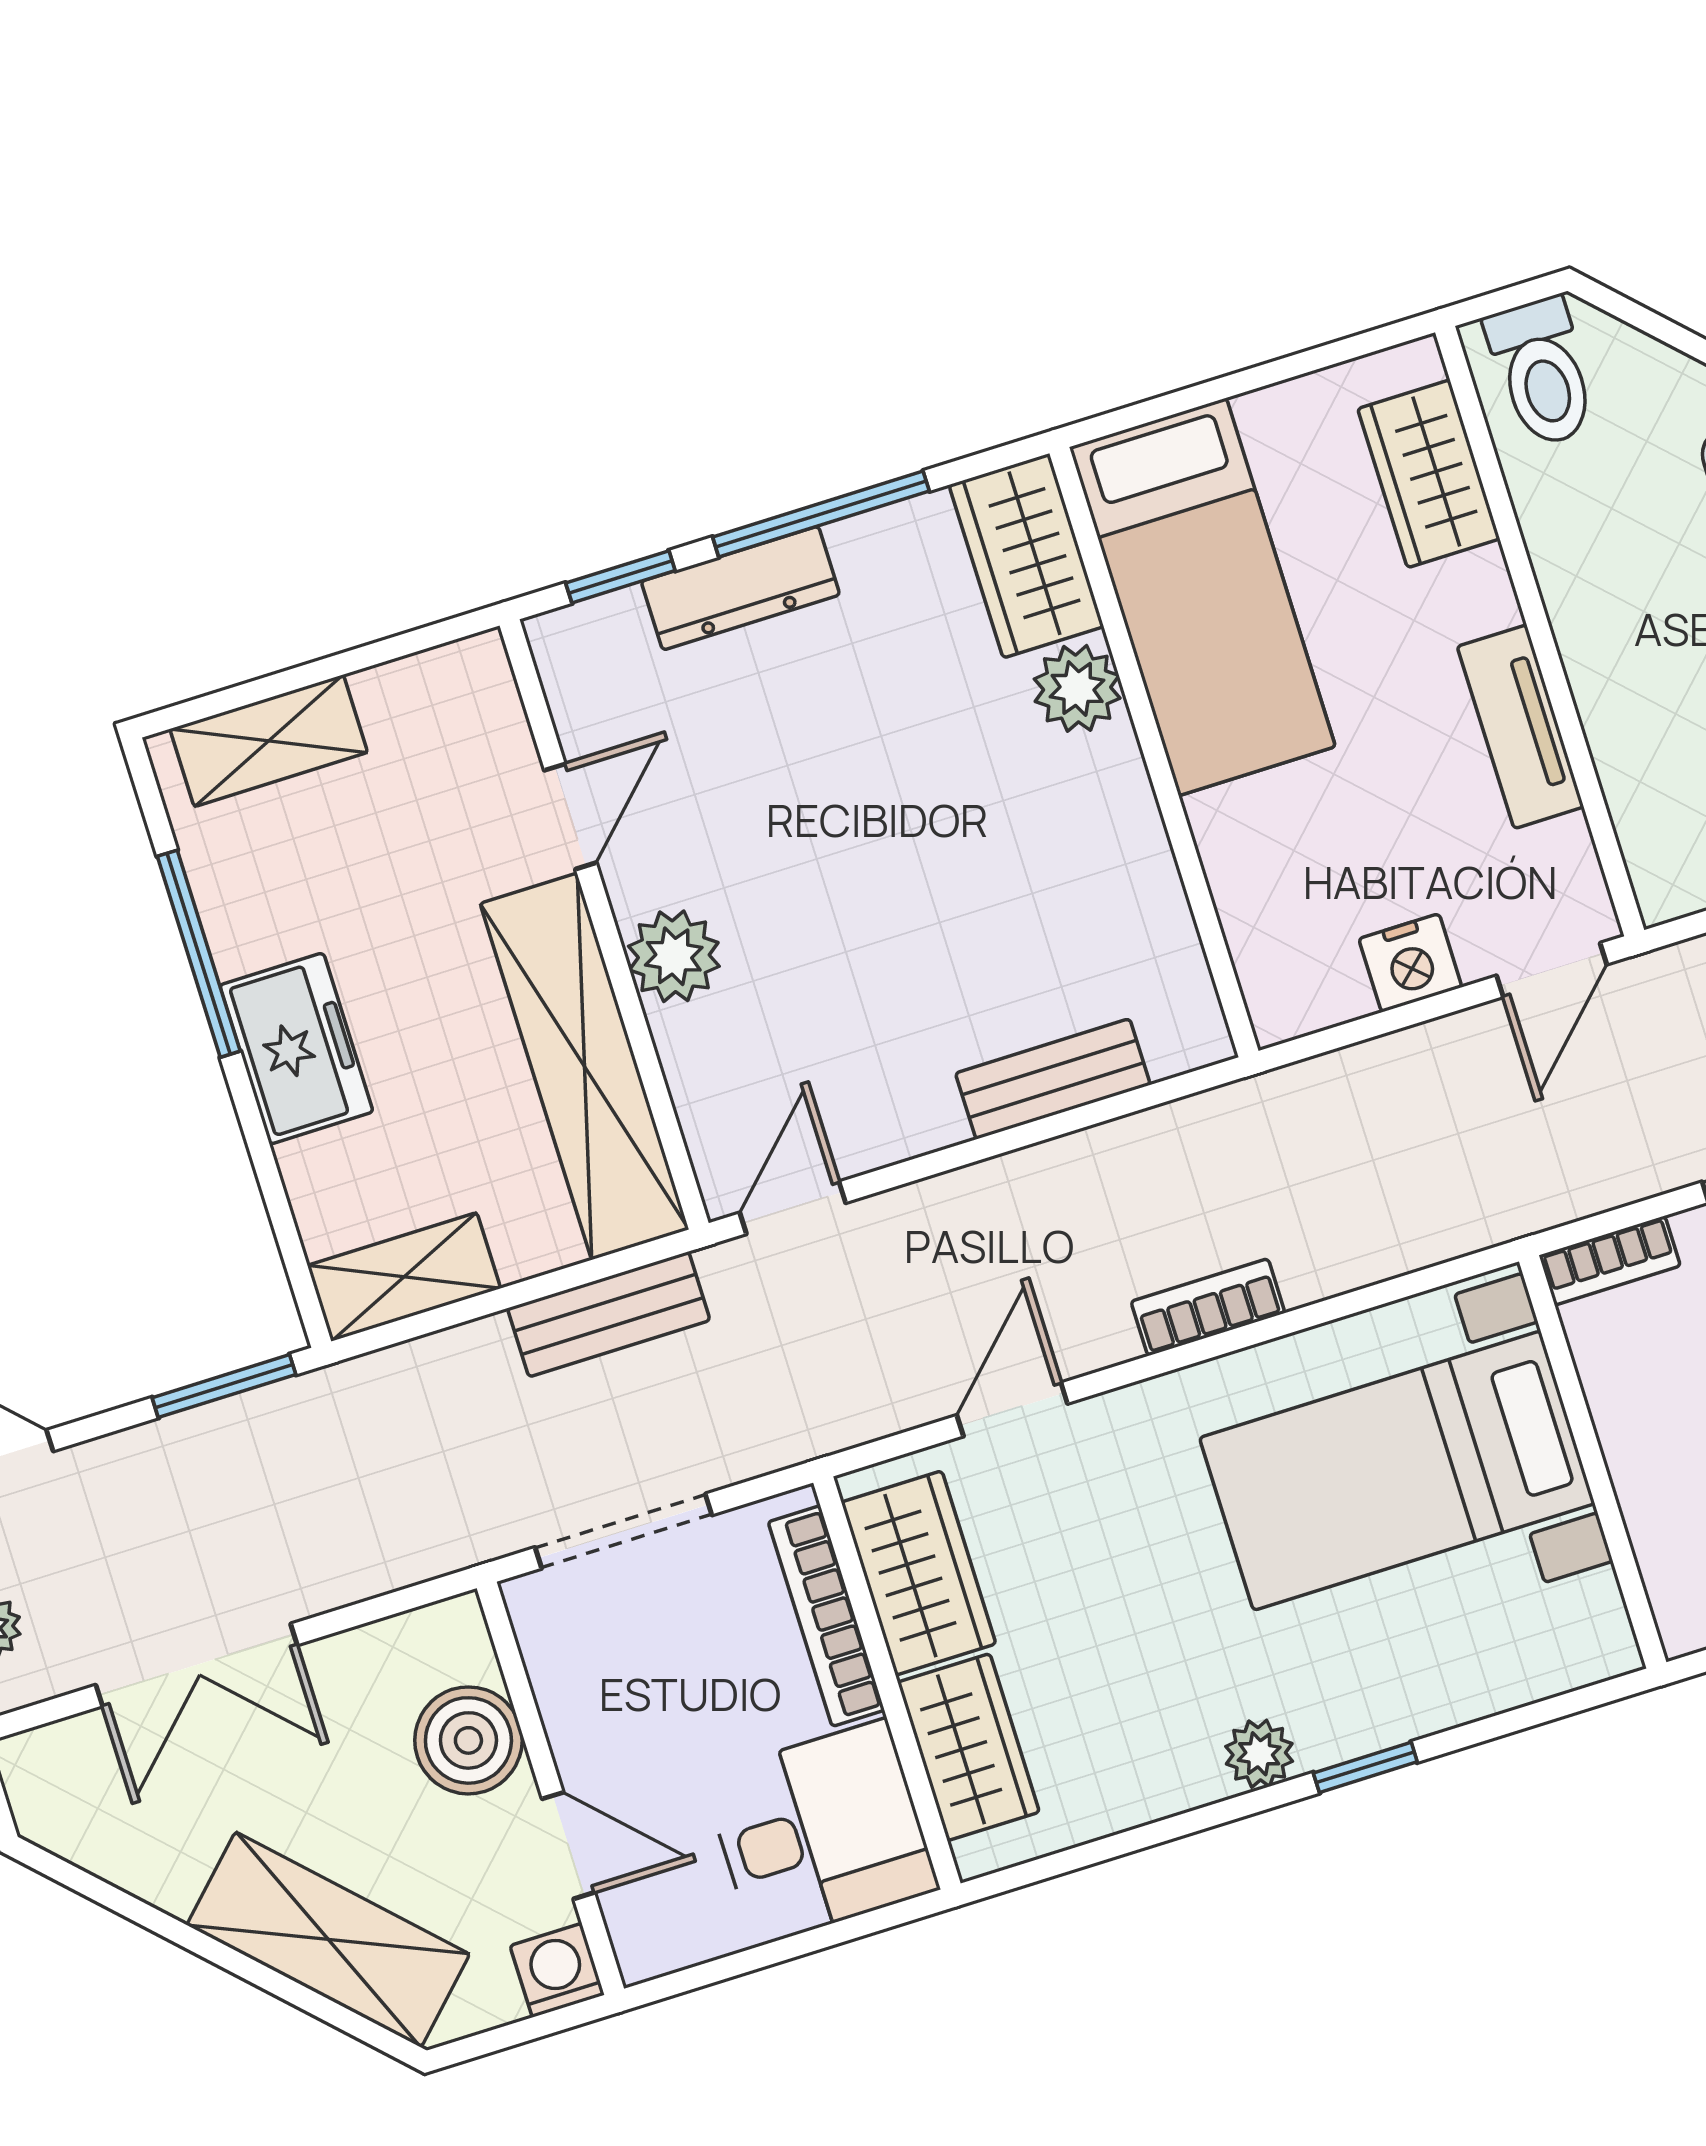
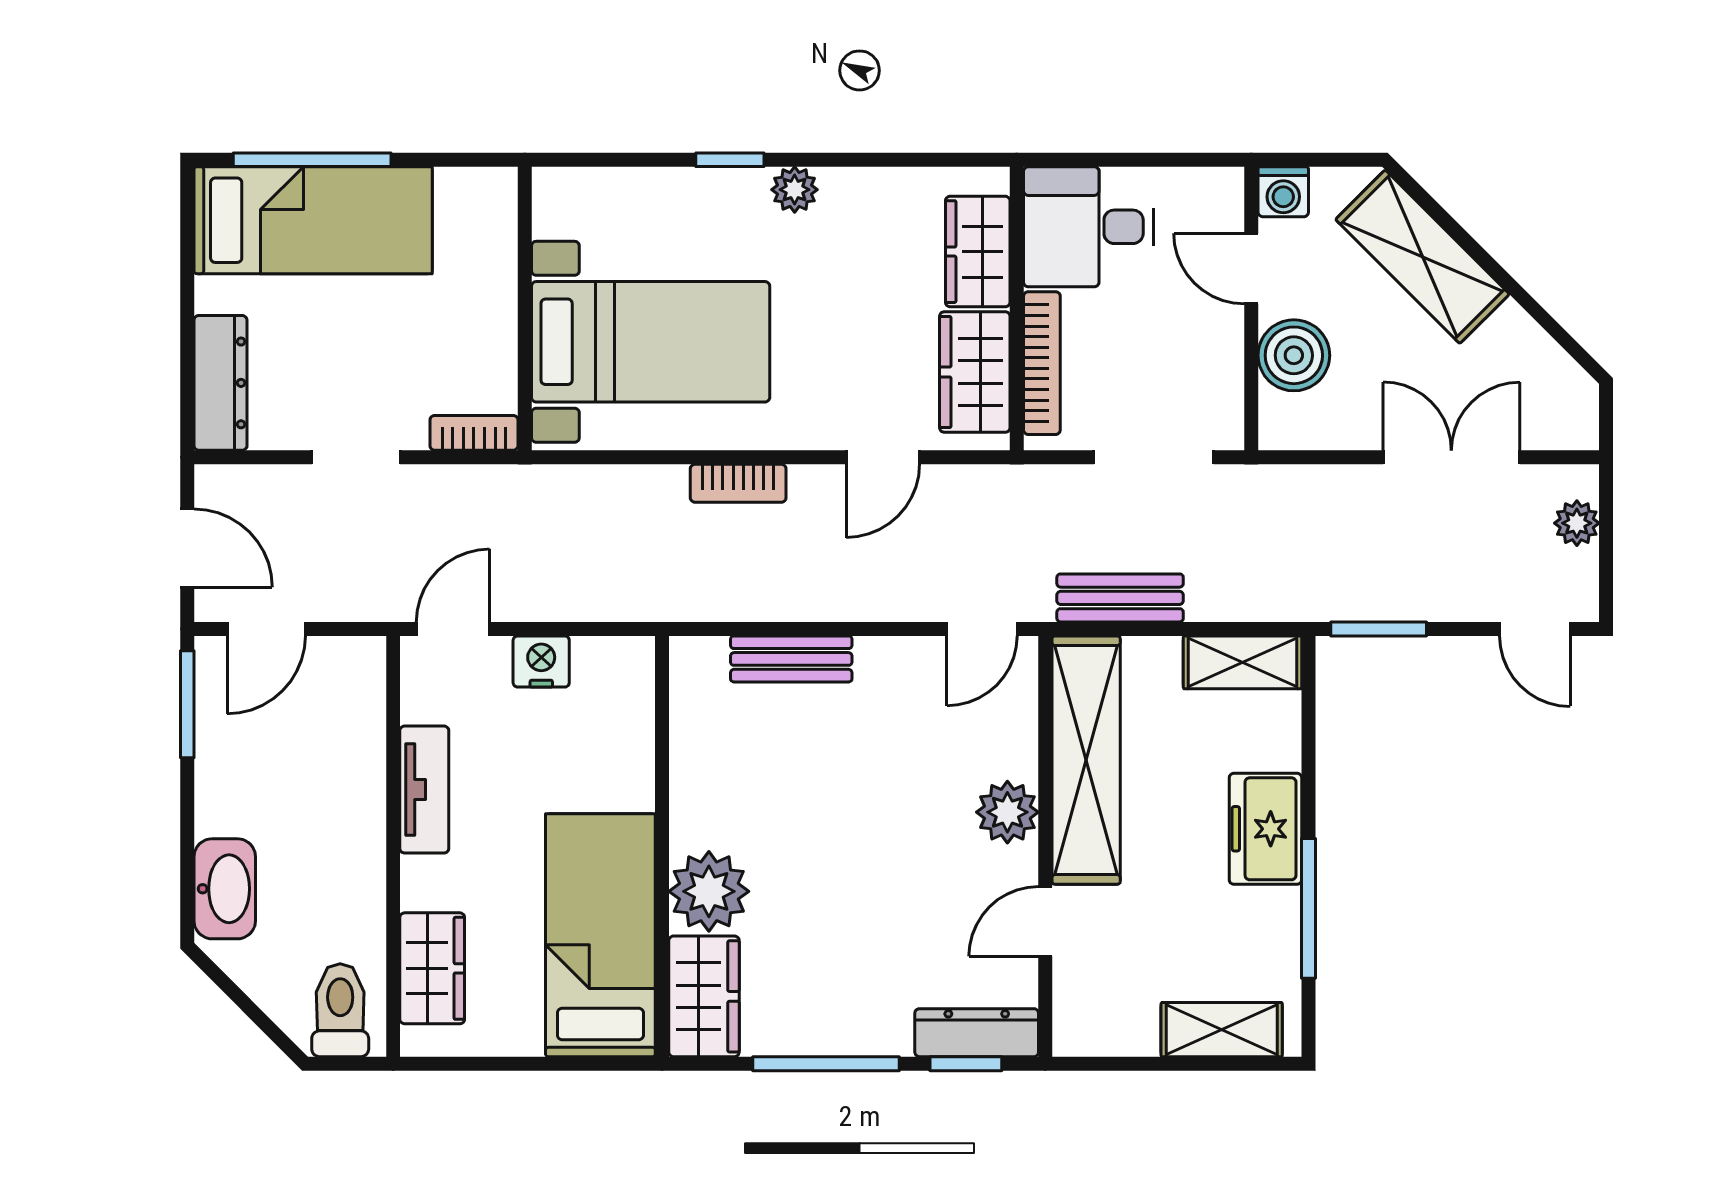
dresser: (740, 588) -> (977, 1033), moved
plant: (1077, 688) -> (709, 891), width x1.36, depth x1.36

